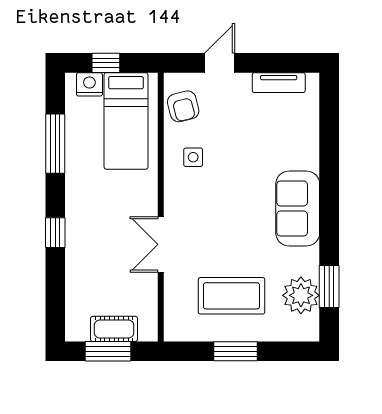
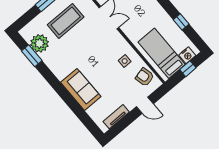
door: (220, 63) -> (145, 105), hinge flipped
window: (55, 144) -> (181, 22), width x0.46
sofa: (298, 208) -> (81, 89), moved

